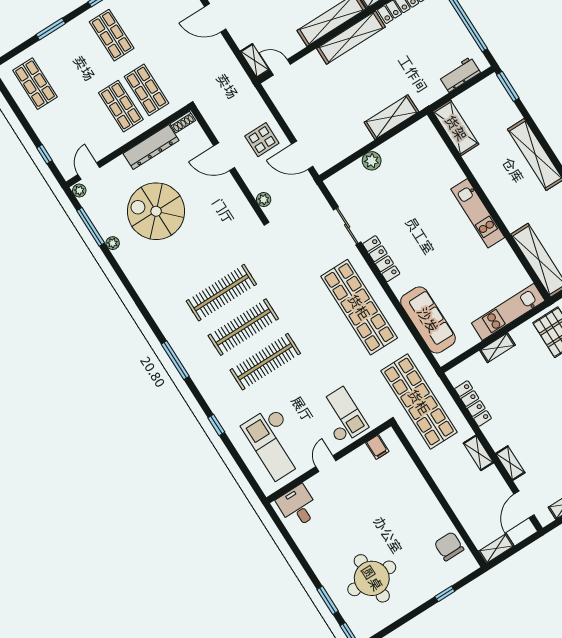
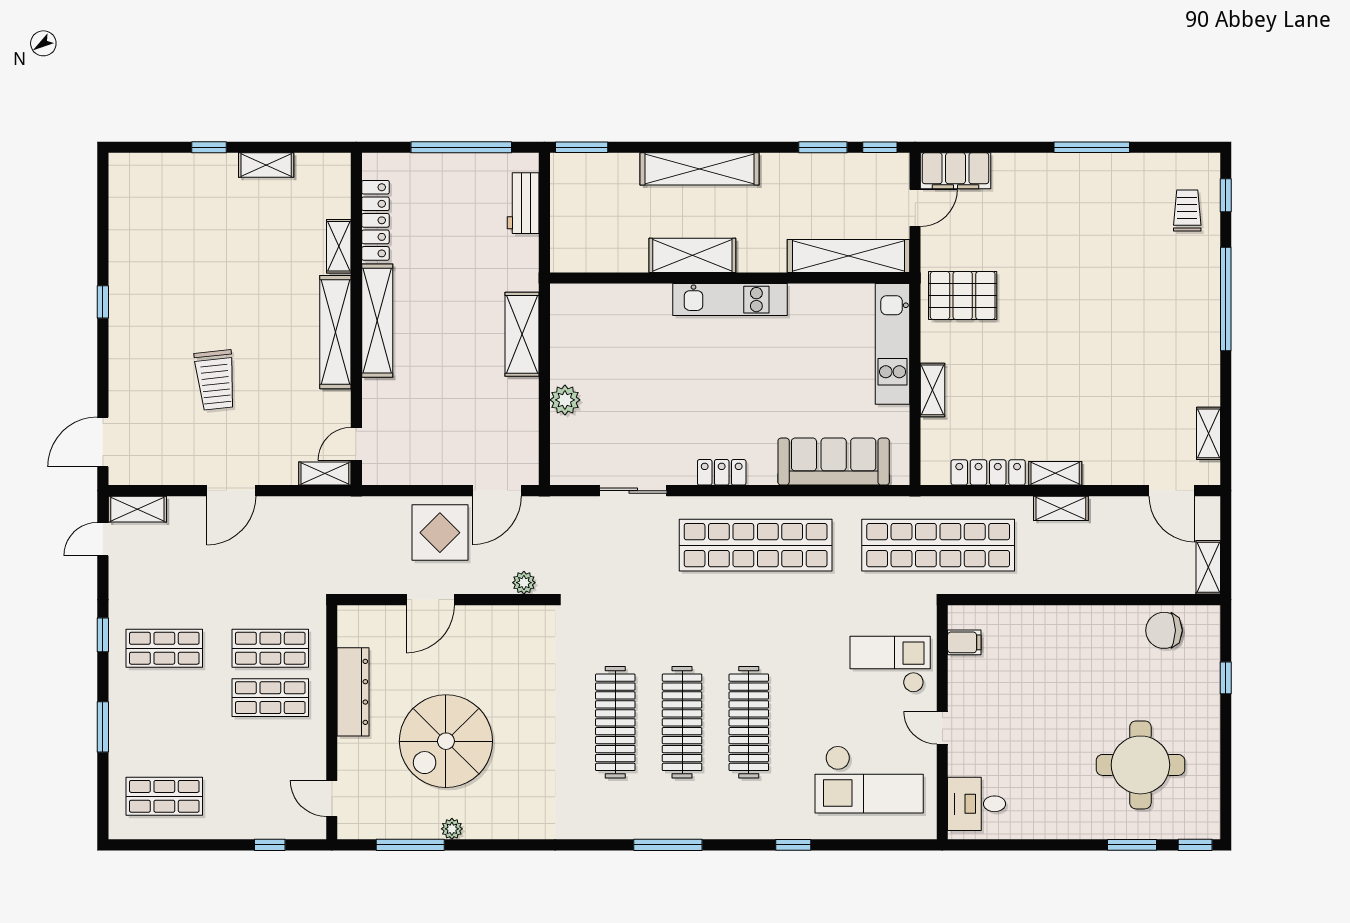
shoe rack: (183, 122) -> (346, 626), removed
shelving: (456, 128) -> (692, 255), moved
display table: (262, 140) -> (440, 533), width x1.36, depth x1.36
plant: (79, 190) -> (350, 829), removed
locker: (381, 259) -> (722, 472), width x0.66
shelving: (510, 463) -> (1055, 473), moved

